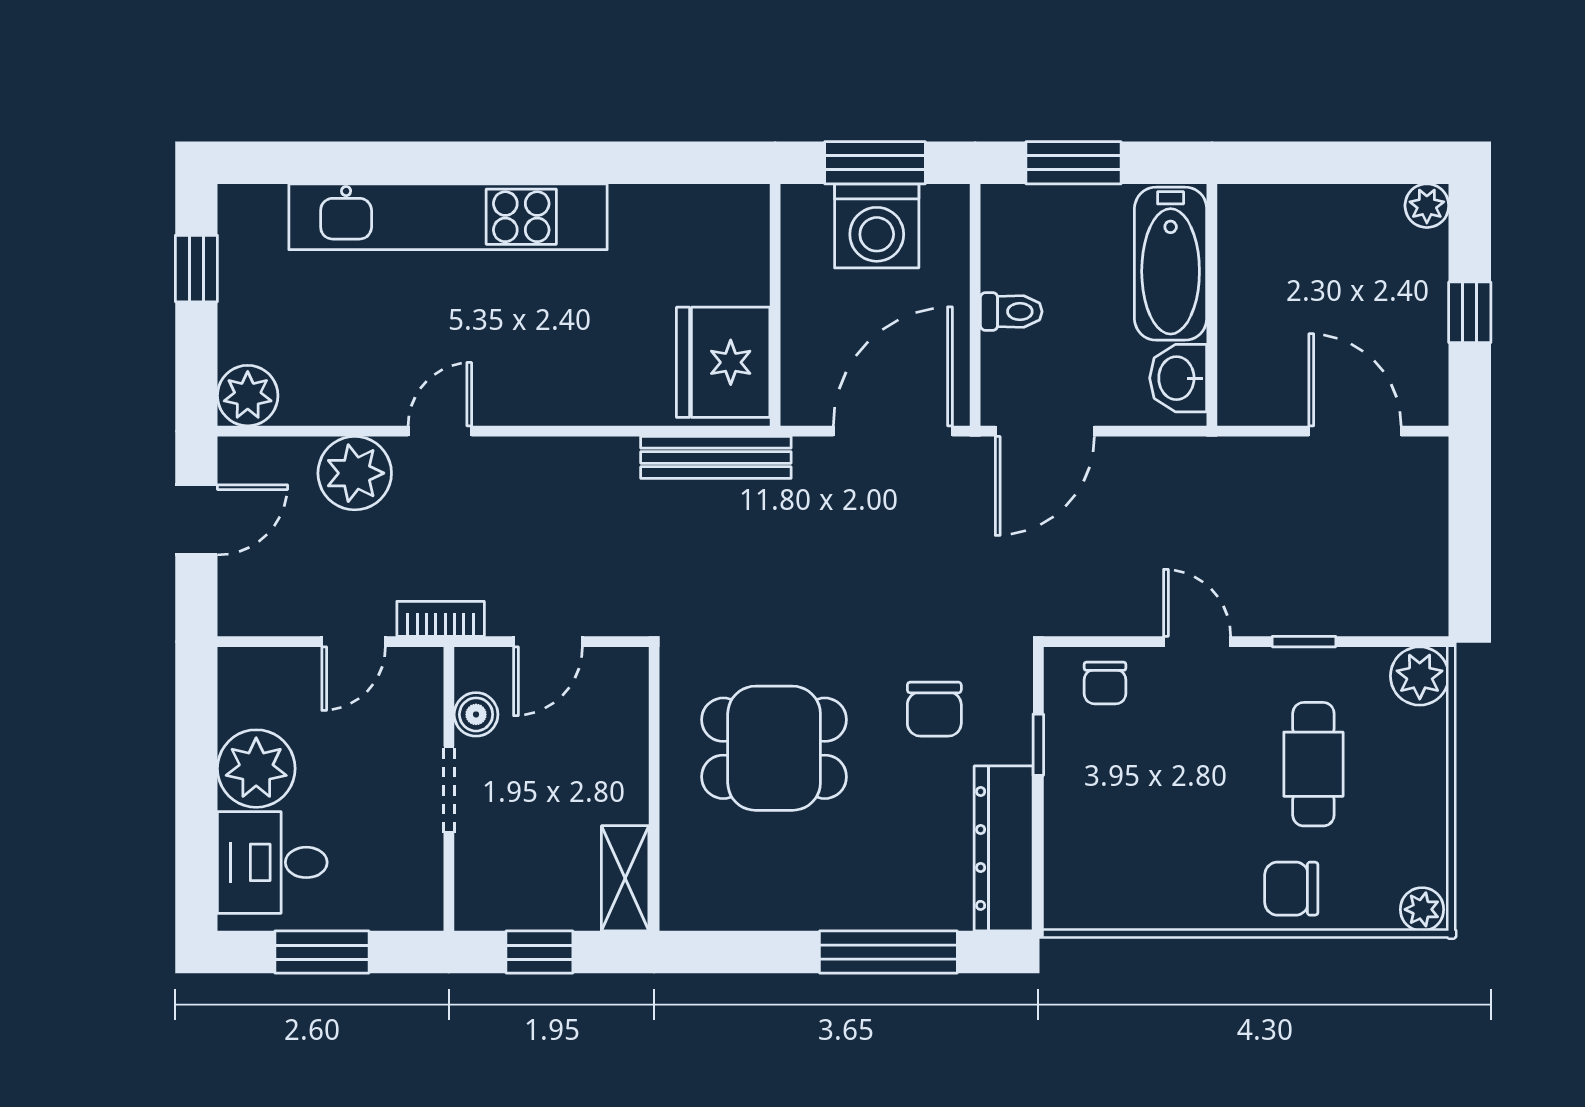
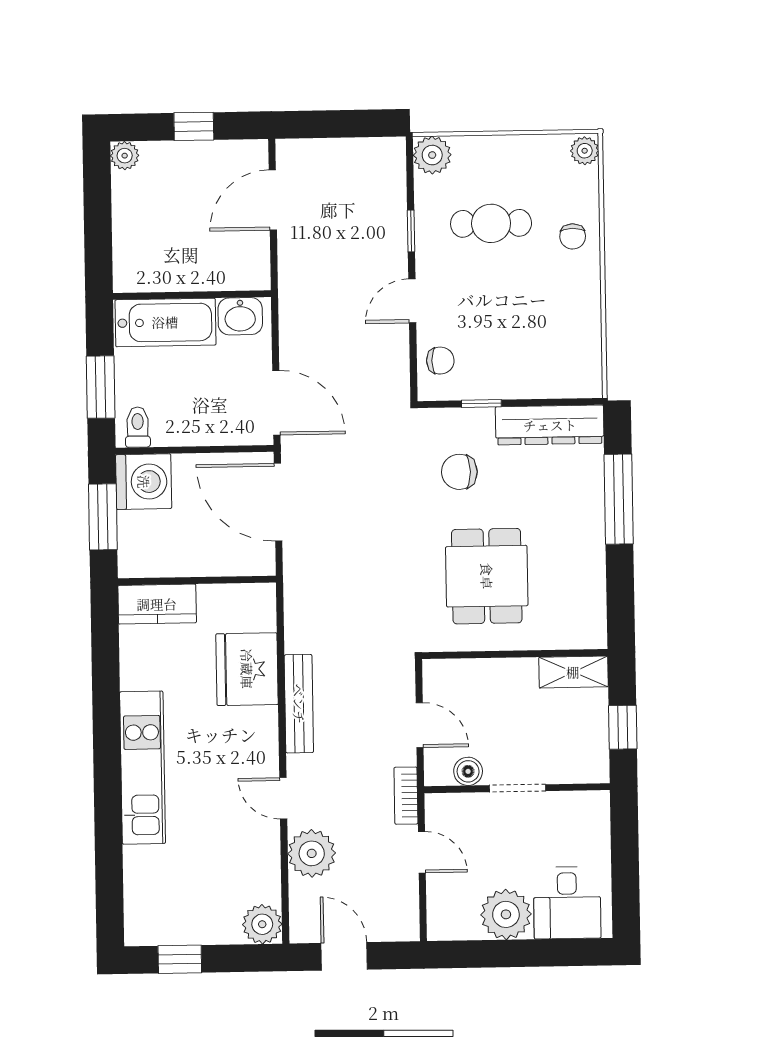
kitchen unit: (448, 217) -> (143, 768), width x0.73
washing machine: (877, 226) -> (144, 482), moved
kitchen counter: (740, 243) -> (157, 604), added
toilet: (1011, 312) -> (138, 427), moved
fridge: (723, 362) -> (247, 669), moved, turned 90
bench: (716, 457) -> (299, 704), moved
chair: (934, 709) -> (459, 472), turned 180
chair: (1291, 889) -> (573, 236), width x0.73, depth x0.73
window: (322, 952) -> (625, 869), removed

